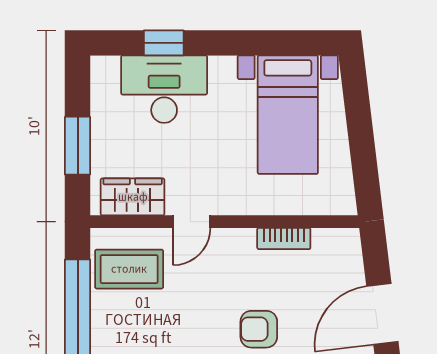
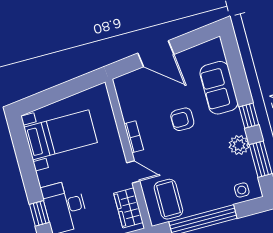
bookcase: (284, 238) -> (134, 137), moved
armchair: (259, 329) -> (182, 119), turned 90

